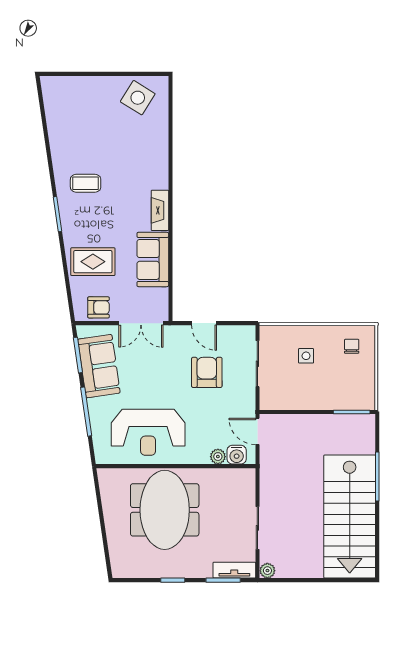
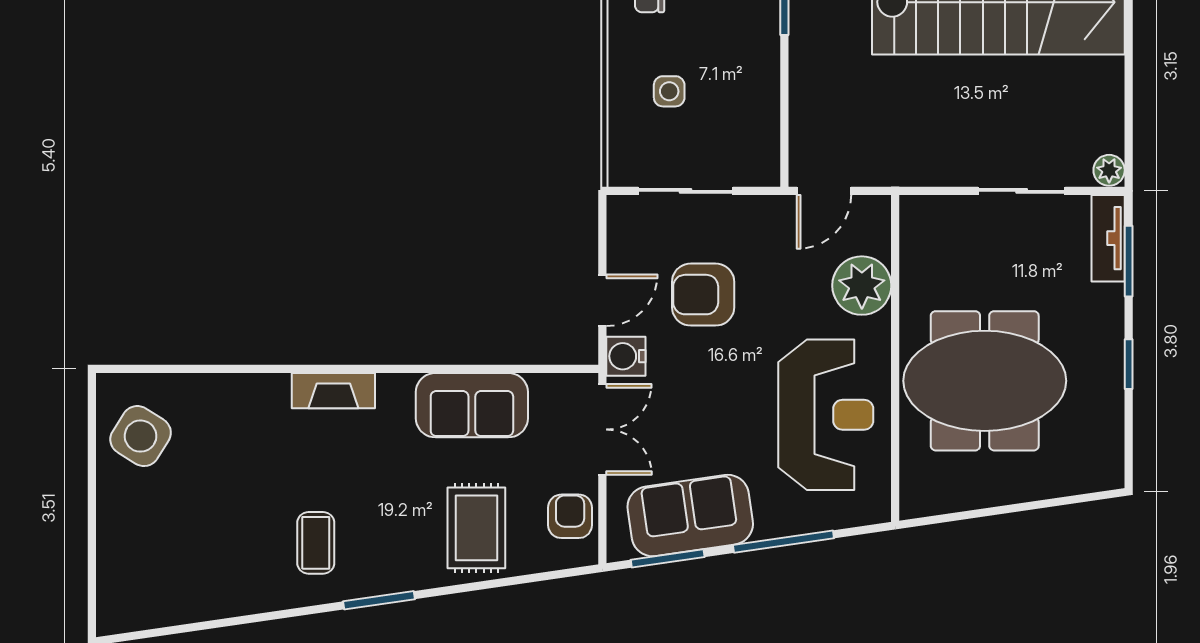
fireplace: (160, 210) -> (333, 391), moved
water cooler: (237, 455) -> (626, 356), moved, turned 180
plant: (218, 457) -> (862, 286), width x1.87, depth x1.87

